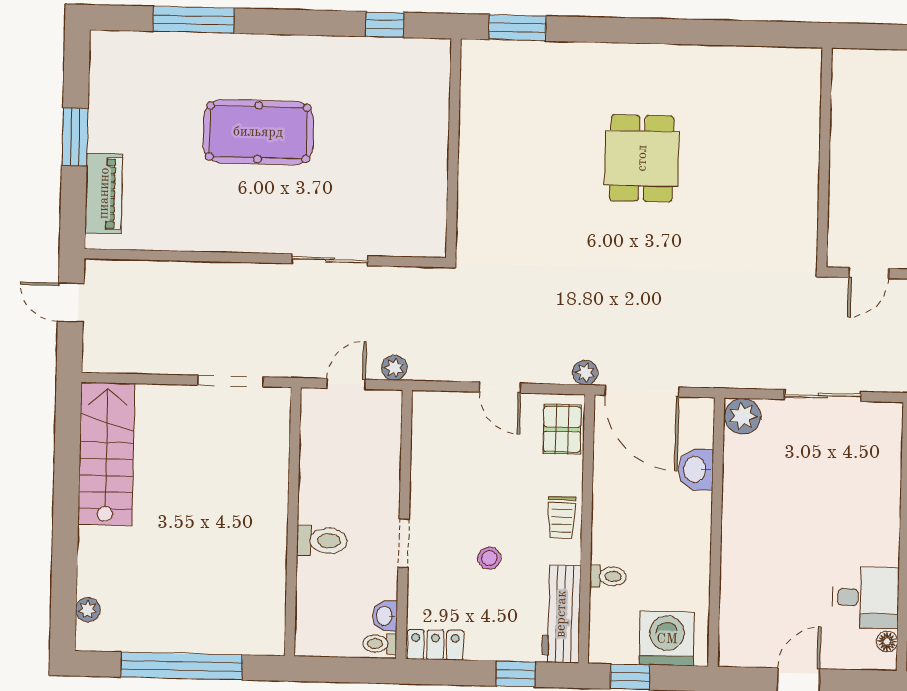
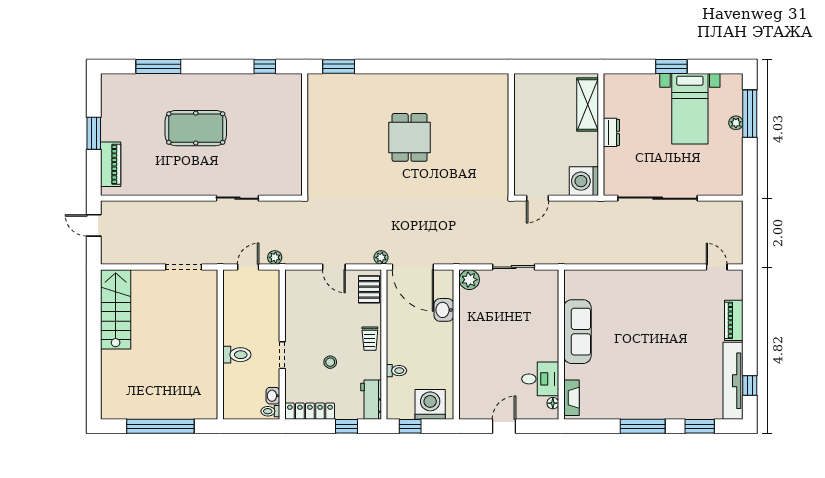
plant: (88, 610) -> (107, 396), removed
workbench: (561, 614) -> (371, 400), width x0.73
locker: (435, 645) -> (310, 411), width x1.53

